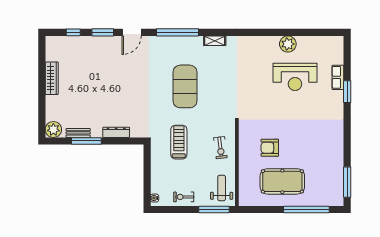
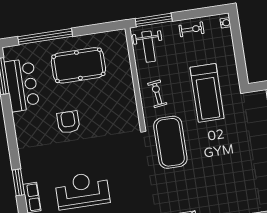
exercise mat: (185, 86) -> (170, 142), moved
treadmill: (179, 142) -> (207, 93), width x1.37, depth x1.38
armchair: (270, 148) -> (68, 122), moved, turned -90
bar counter: (332, 172) -> (22, 85), added

